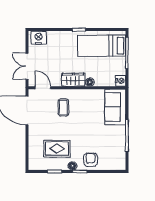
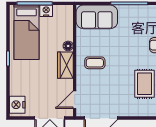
nightstand: (120, 81) -> (46, 11), moved
coffee table: (63, 107) -> (95, 63), moved

